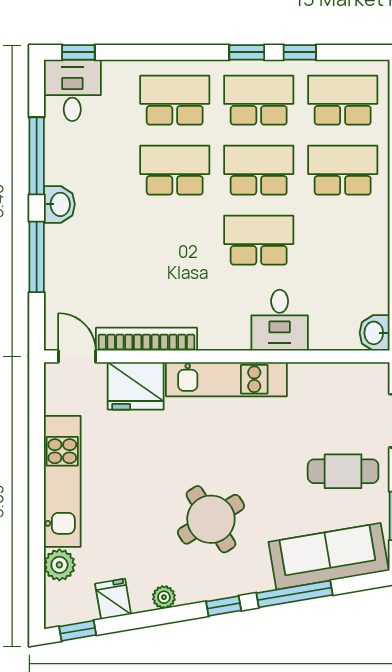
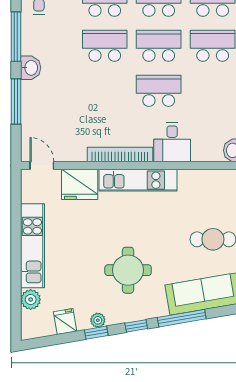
bookcase: (146, 339) -> (120, 154), moved
round table: (211, 519) -> (128, 270), turned 32
window: (78, 631) -> (96, 333), moved

